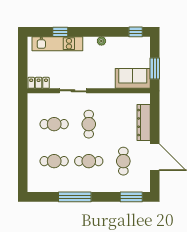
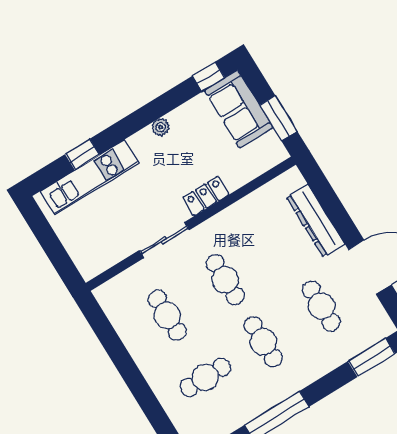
sofa: (133, 78) -> (239, 109), moved, turned -90
locker: (39, 83) -> (206, 196), moved
cafe table: (54, 124) -> (167, 315), turned 90
cafe table: (89, 161) -> (263, 342), turned 90

